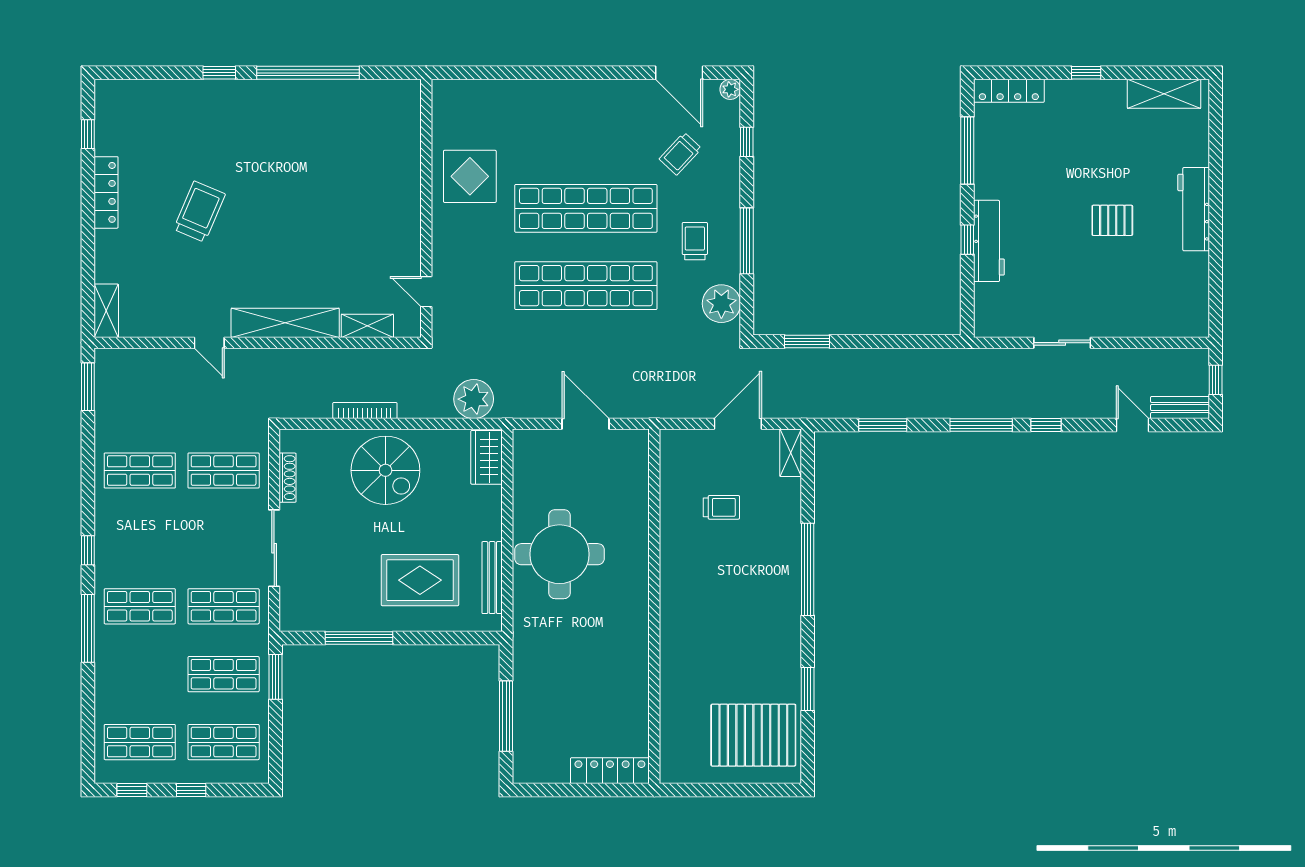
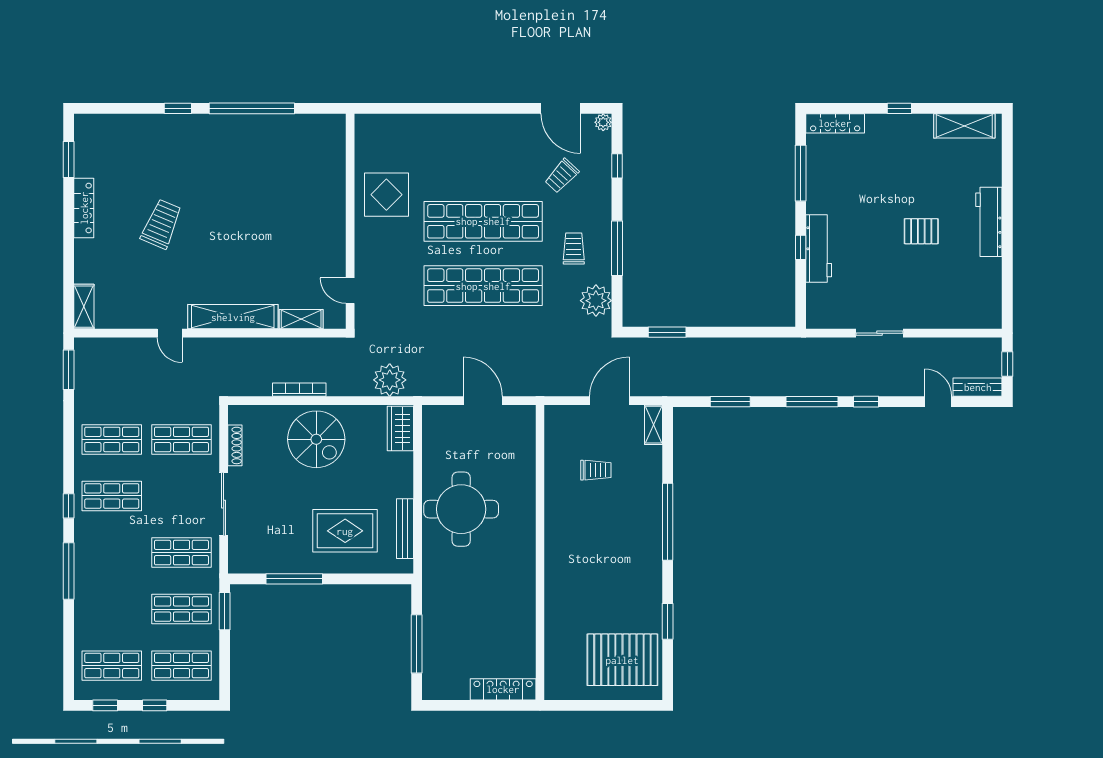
window: (88, 134) -> (69, 160), width x1.50
shop shelf: (140, 606) -> (112, 496), moved

